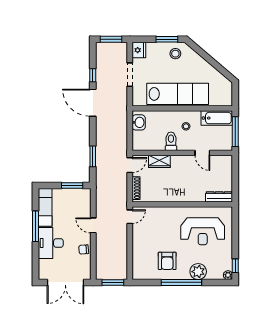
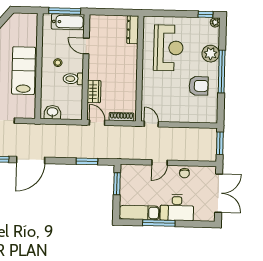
lab bench: (178, 94) -> (24, 71), width x0.73
bathtub: (217, 118) -> (68, 22), moved, turned 90
door: (202, 153) -> (86, 46), swing flipped

